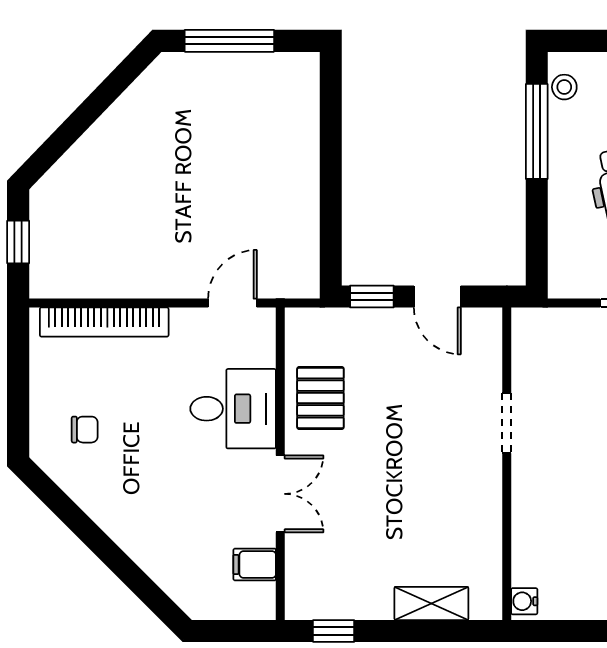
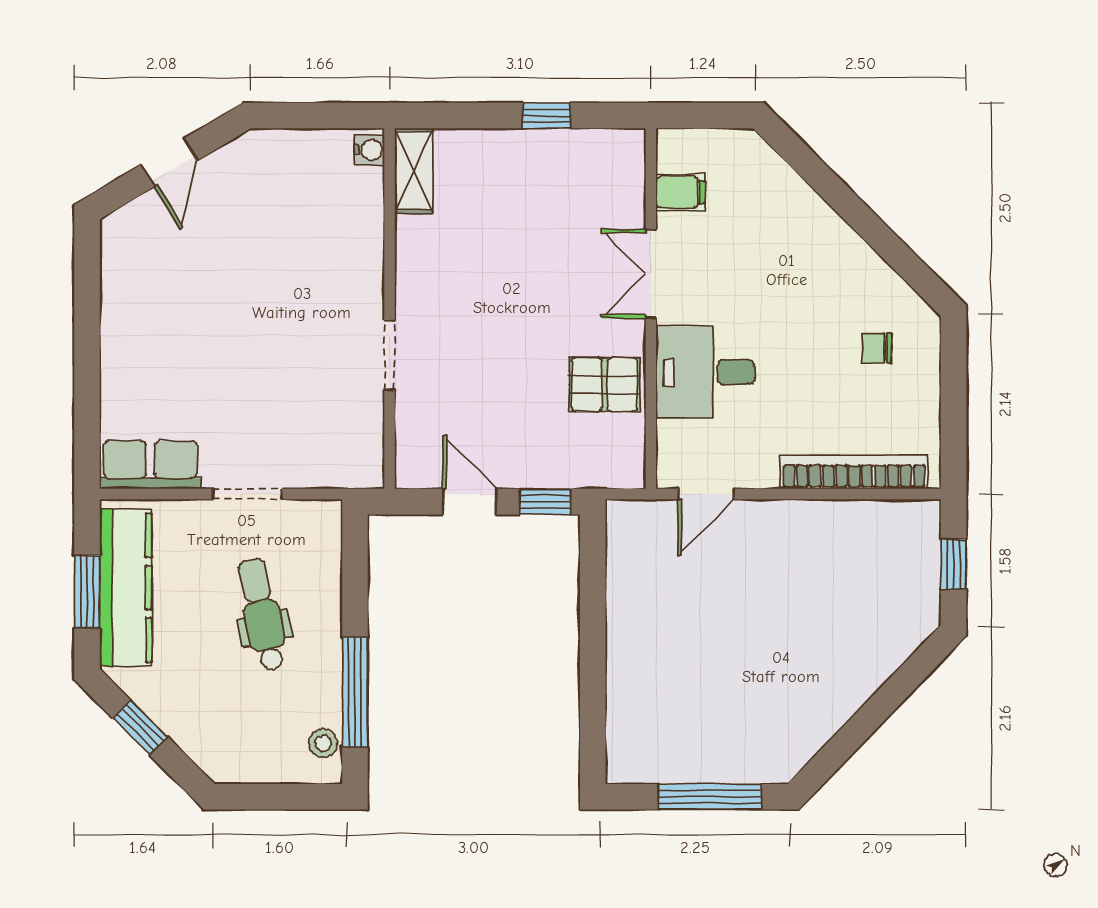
pallet: (320, 398) -> (605, 384), turned 90
shelving: (431, 603) -> (414, 171), moved, turned 90
window: (334, 631) -> (546, 116), moved

